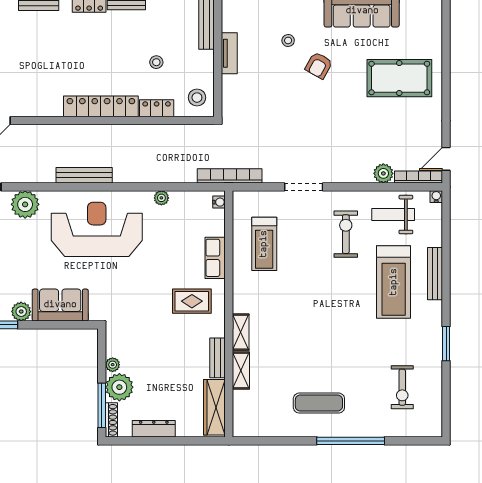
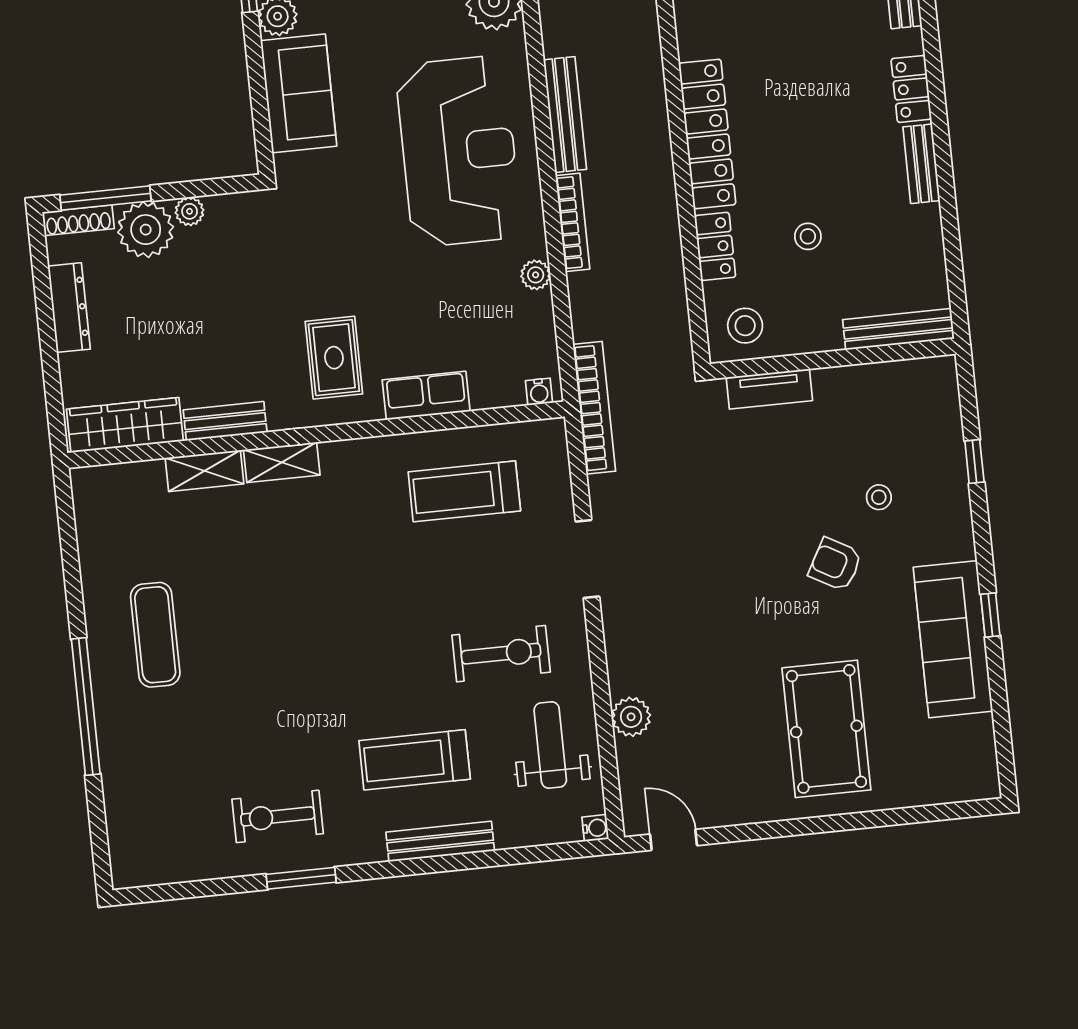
tv unit: (229, 53) -> (769, 389), moved
bookcase: (418, 177) -> (573, 222), moved
treadmill: (394, 282) -> (415, 760), width x0.73, depth x0.73
exercise bike: (402, 387) -> (278, 816), moved

